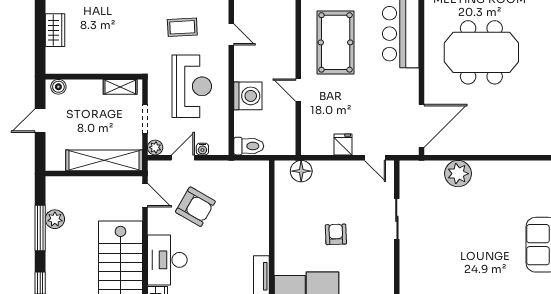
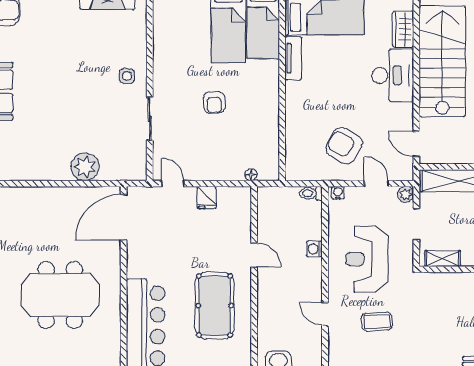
washing machine: (248, 96) -> (314, 249), width x0.53, depth x0.53
toilet: (249, 146) -> (311, 193), width x0.73, depth x0.72
water cooler: (202, 149) -> (338, 193), moved
door: (183, 158) -> (376, 184), swing flipped
floor lamp: (301, 171) -> (251, 175), width x0.53, depth x0.53
armchair: (195, 207) -> (344, 146), moved
side table: (418, 259) -> (127, 76), added

